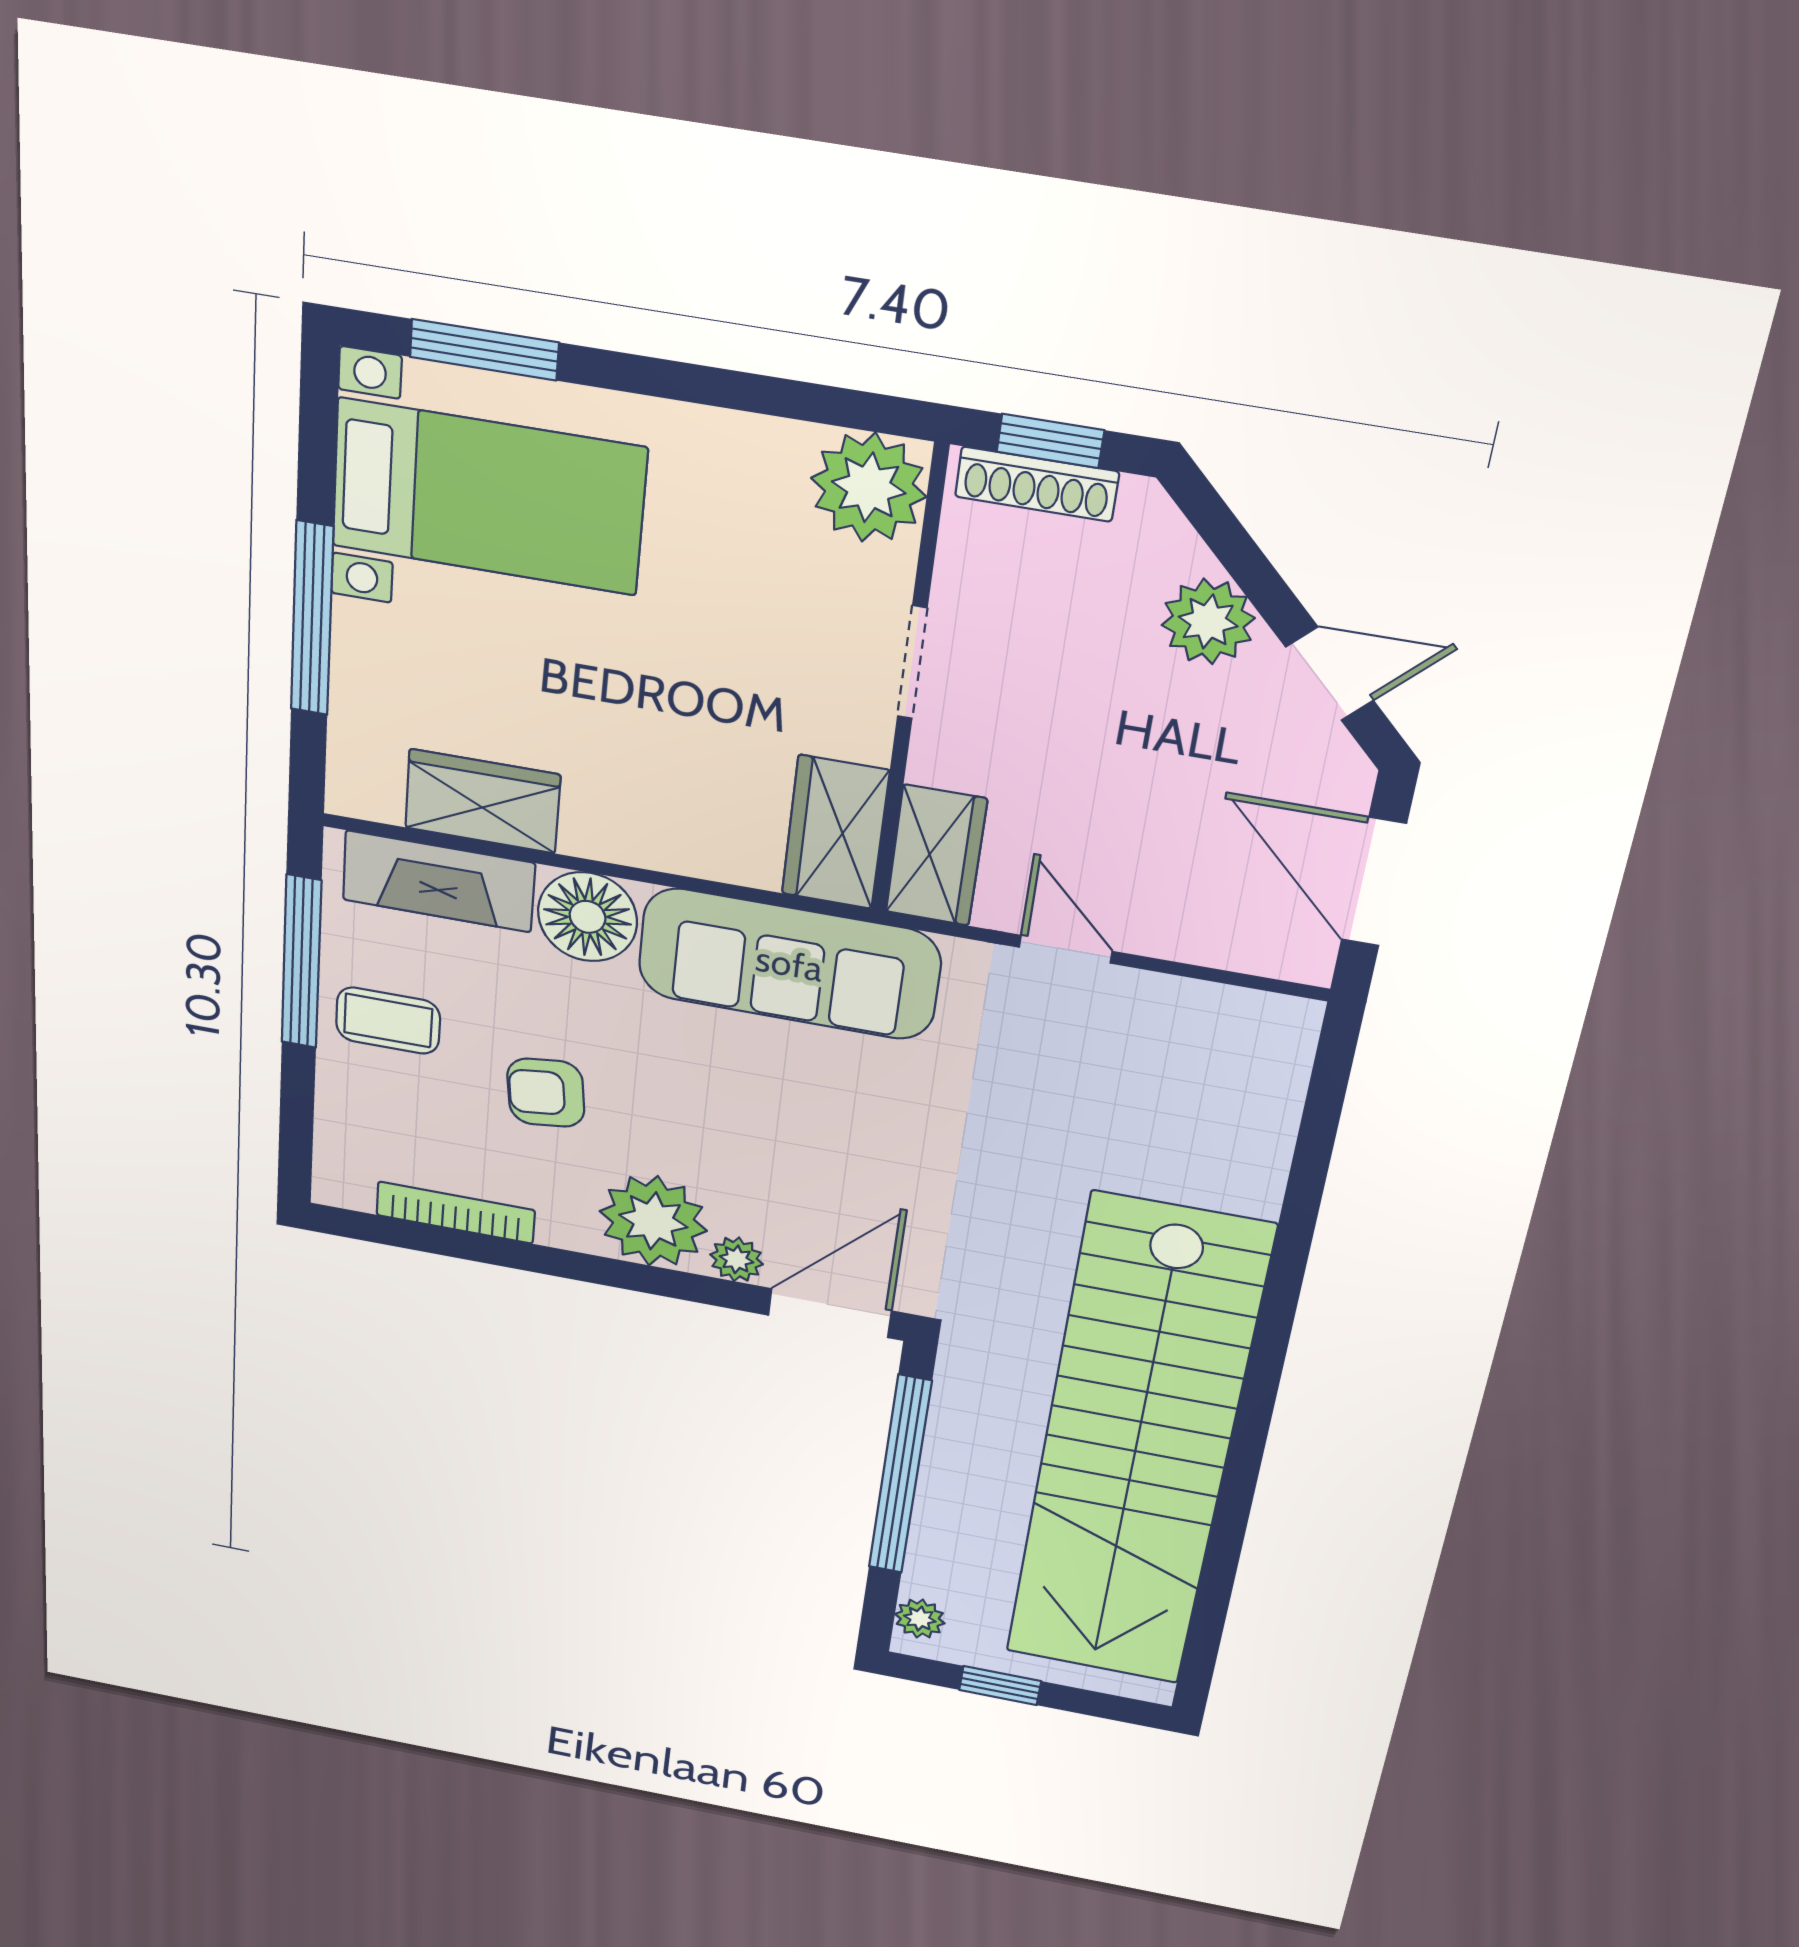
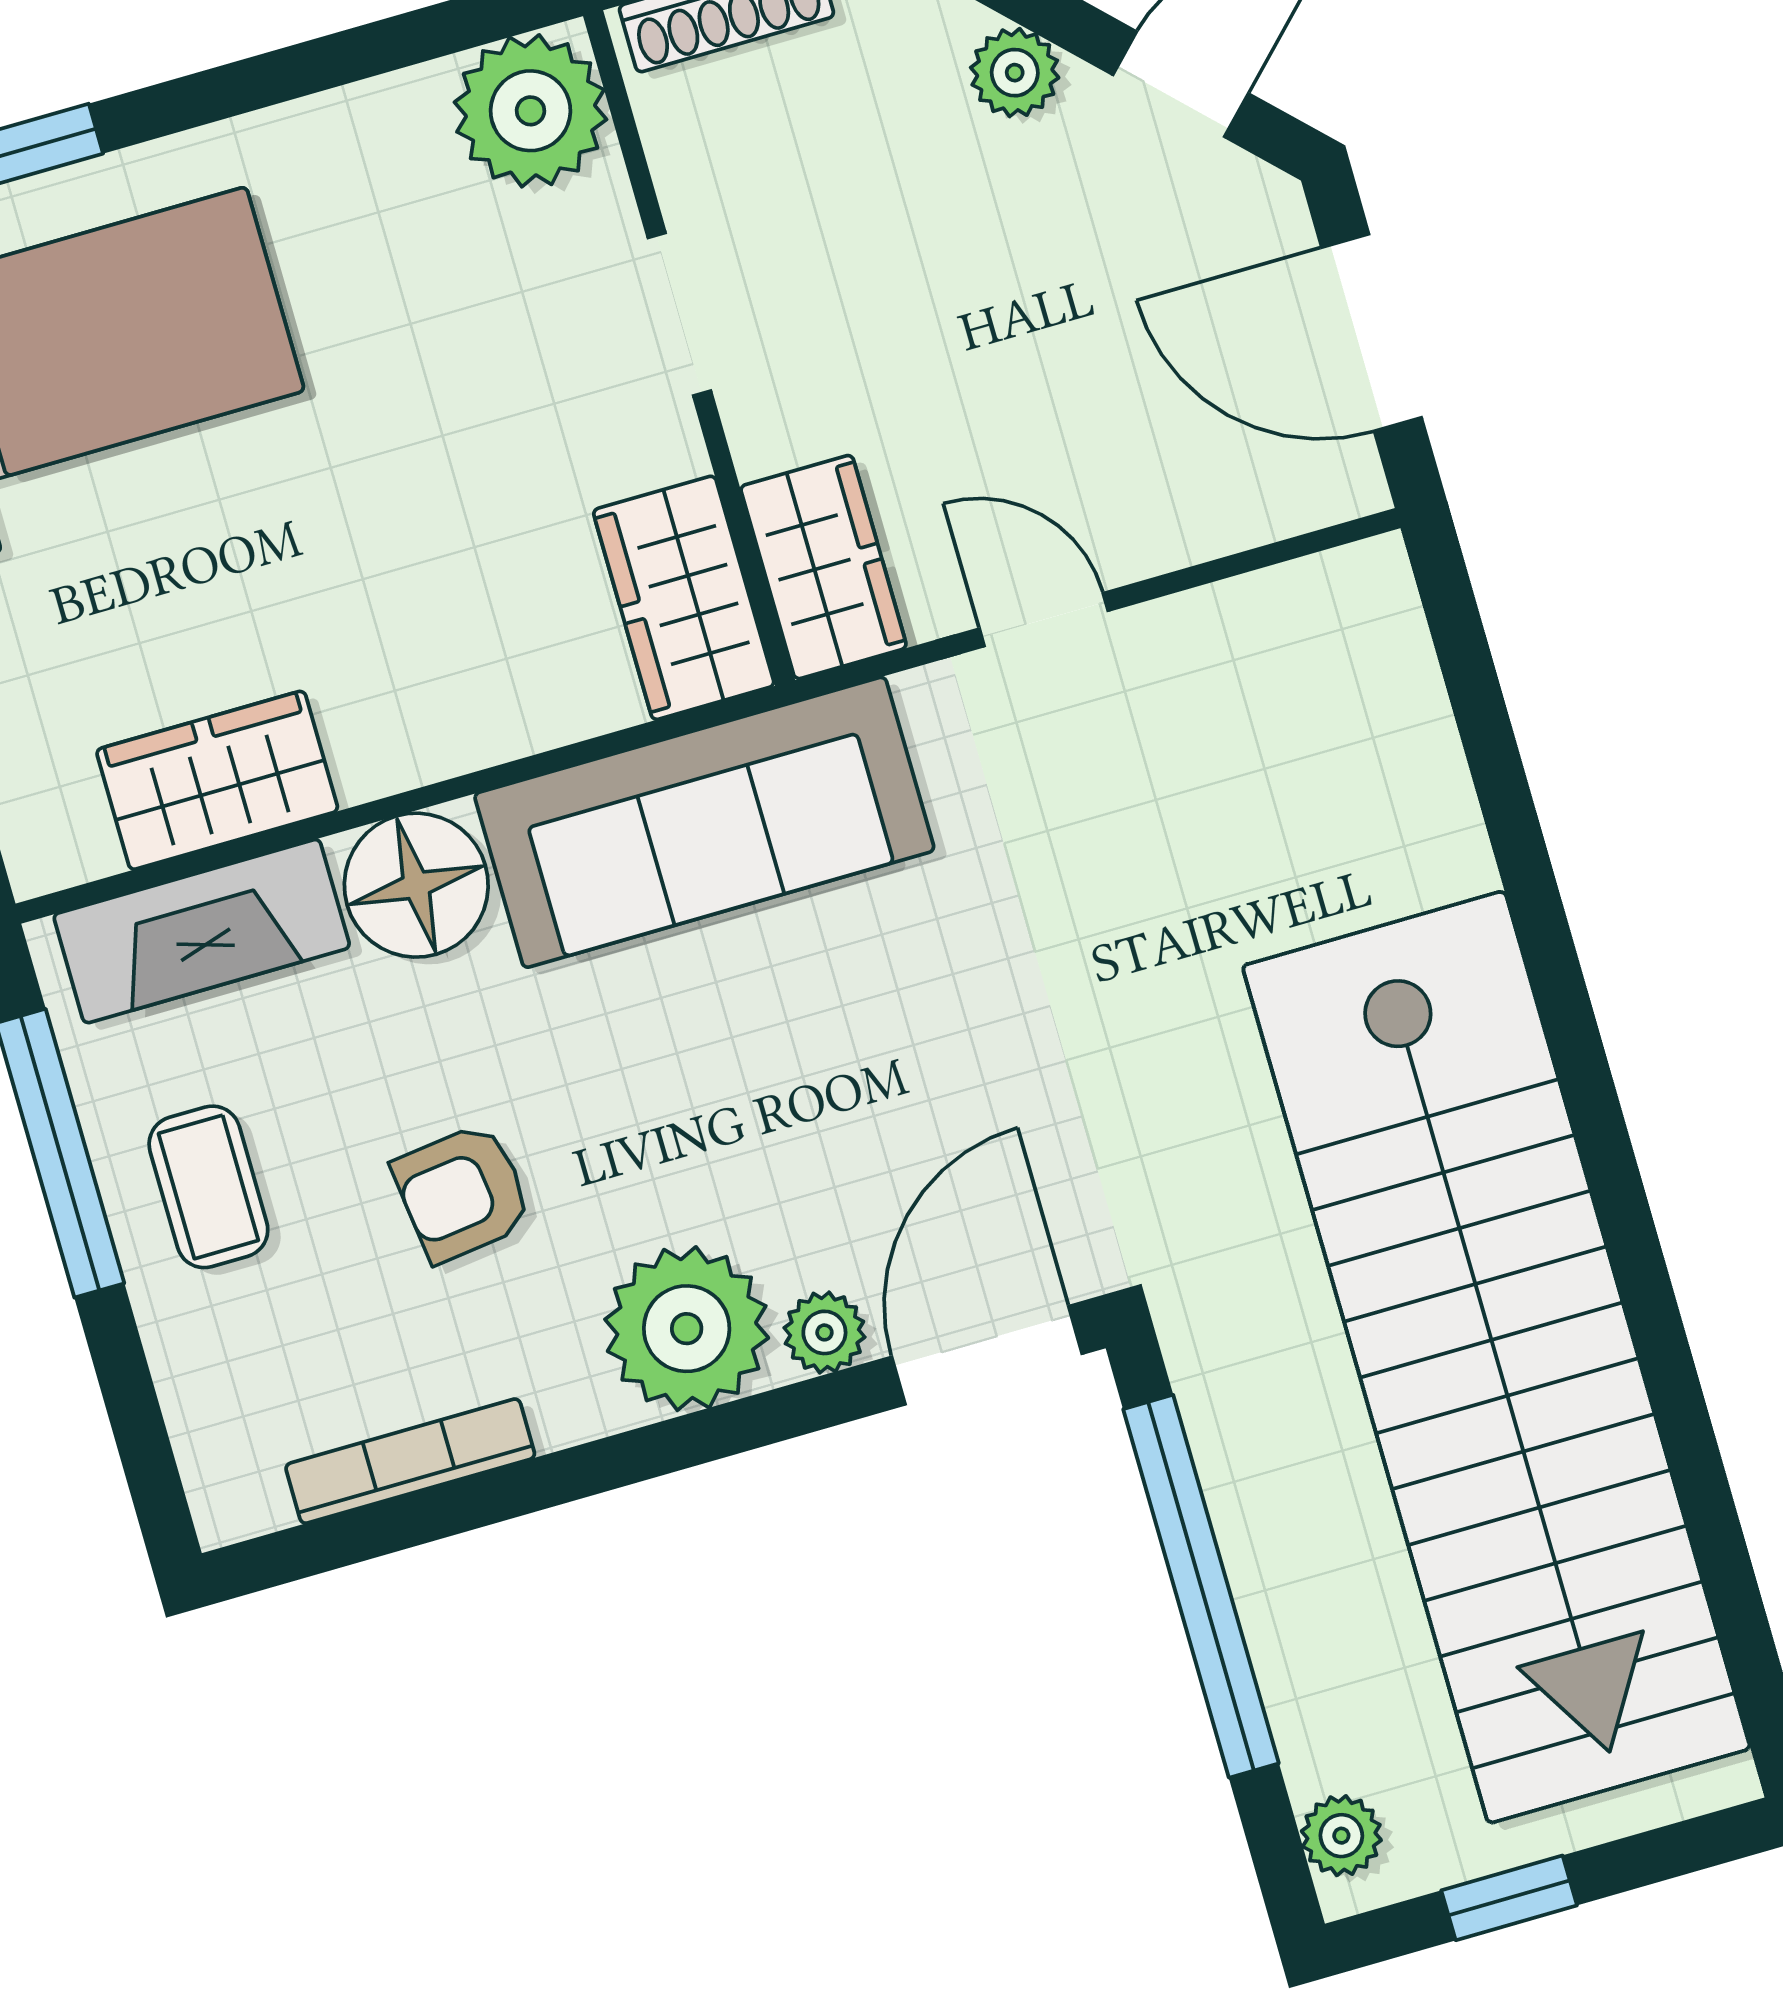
plant: (1208, 622) -> (1015, 73), width x0.73, depth x0.73
coffee table: (388, 1021) -> (208, 1187), turned 90

